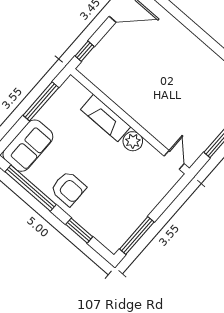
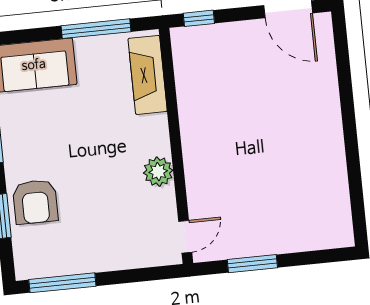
fireplace: (106, 118) -> (148, 75), moved
armchair: (68, 188) -> (35, 202), moved

